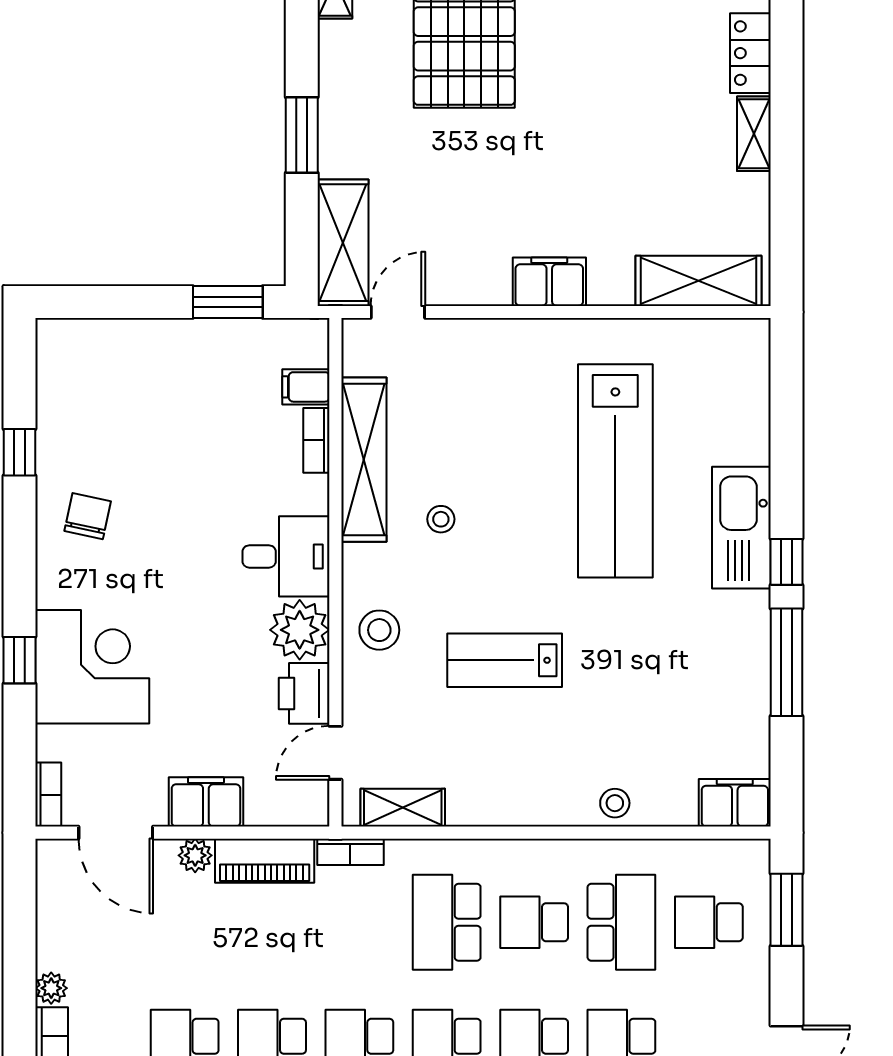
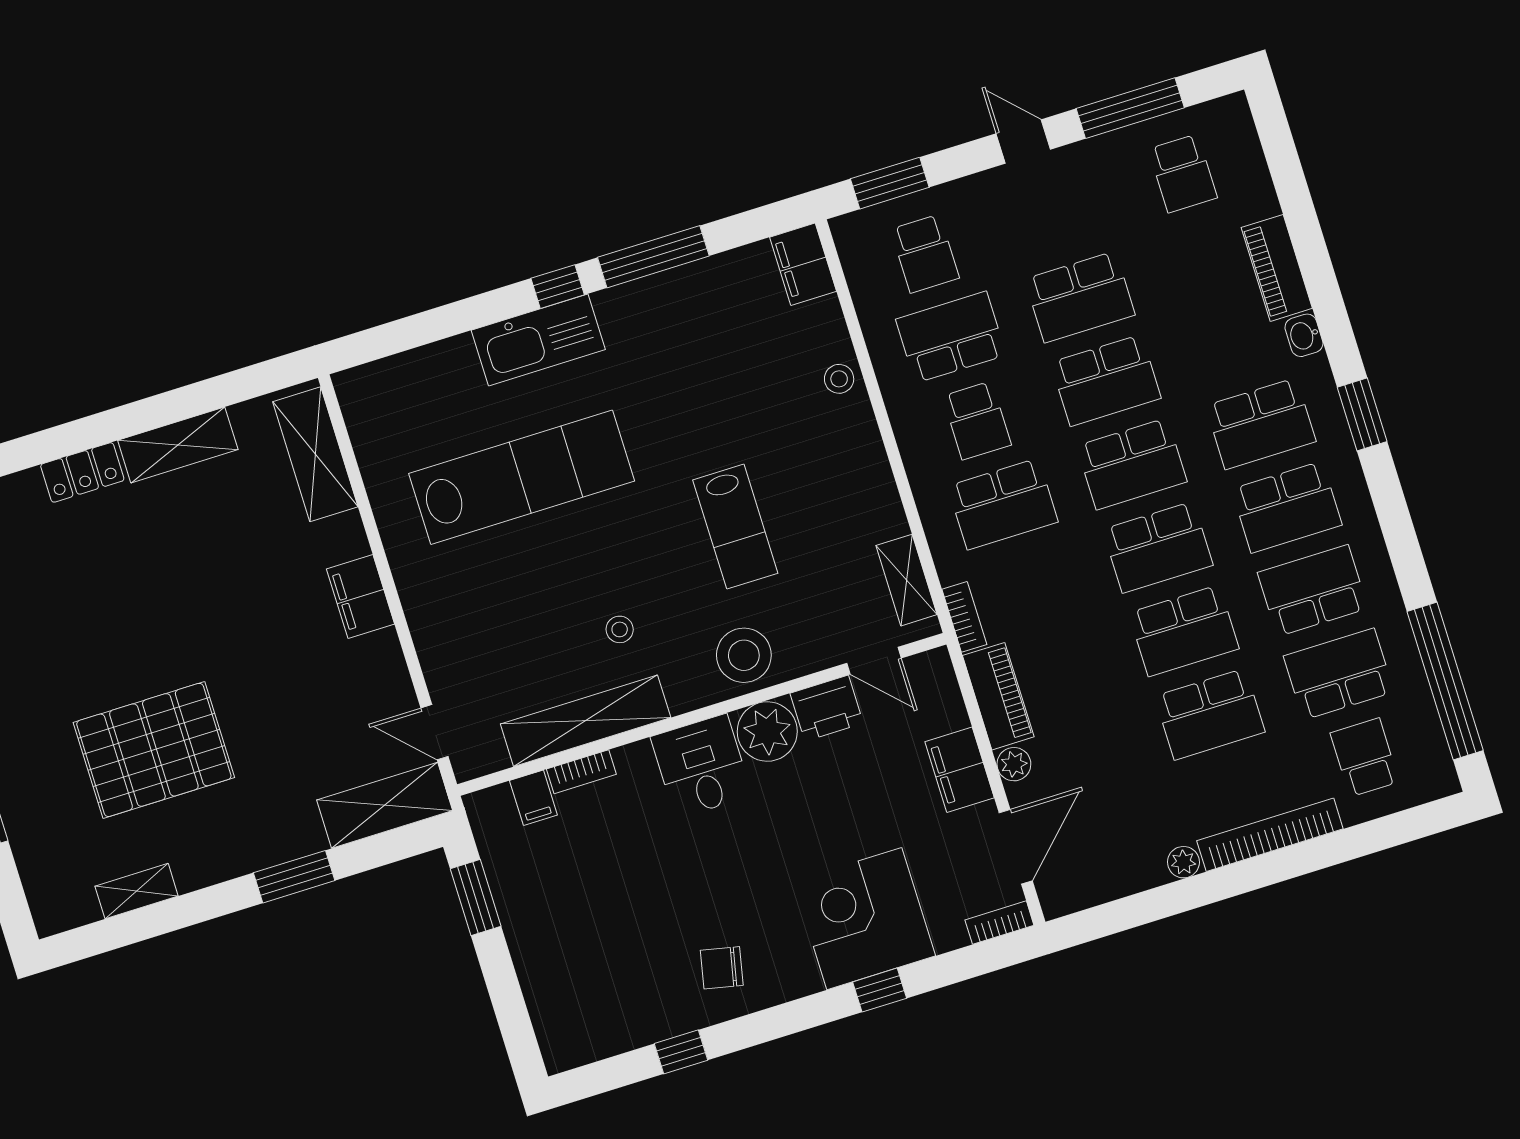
shelving: (754, 134) -> (178, 445), width x1.50, depth x1.33
stool: (379, 630) -> (744, 655), width x1.38, depth x1.38

